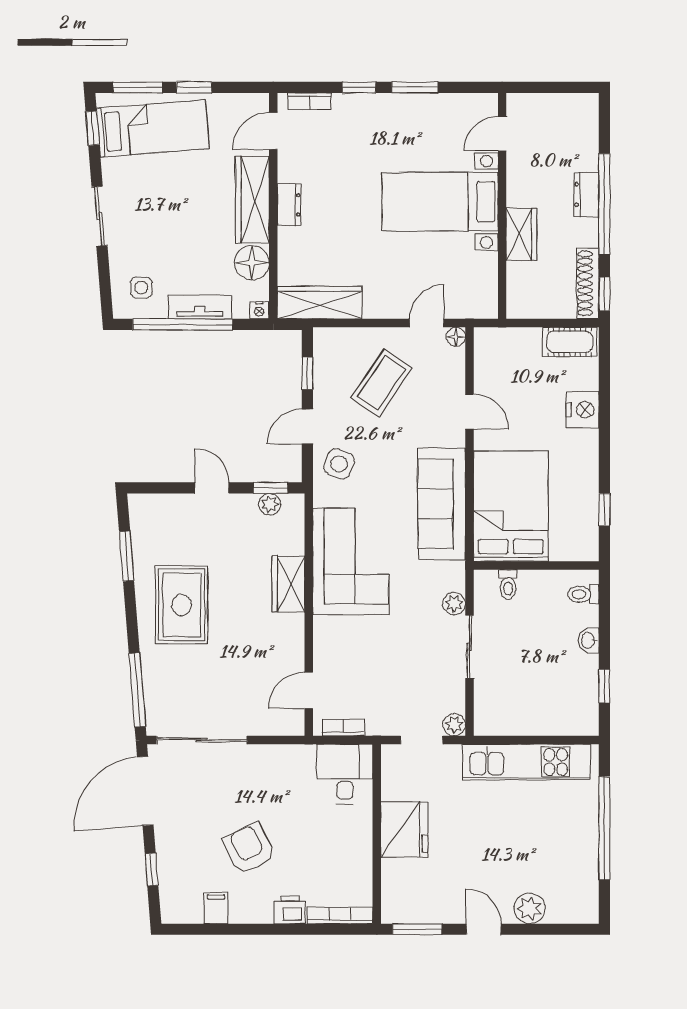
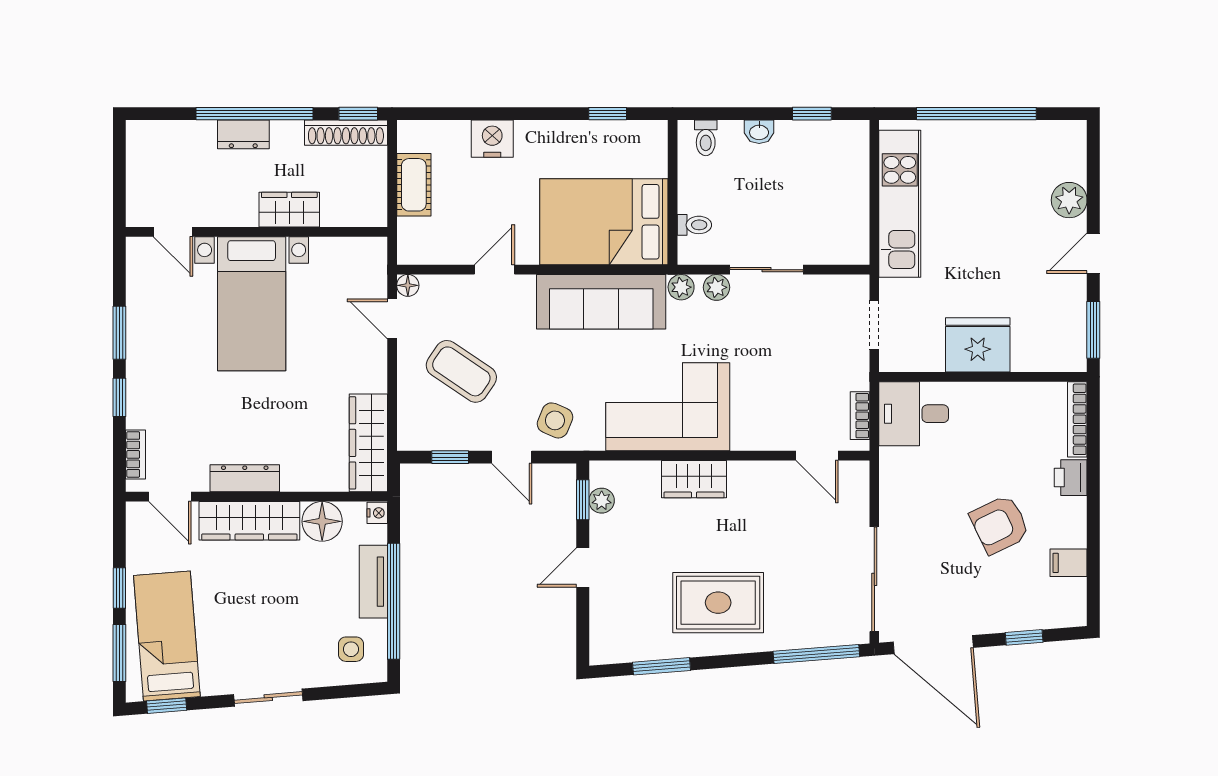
dresser: (289, 205) -> (245, 478), width x1.44
cot: (570, 342) -> (414, 185), moved
plant: (454, 725) -> (681, 287), moved

